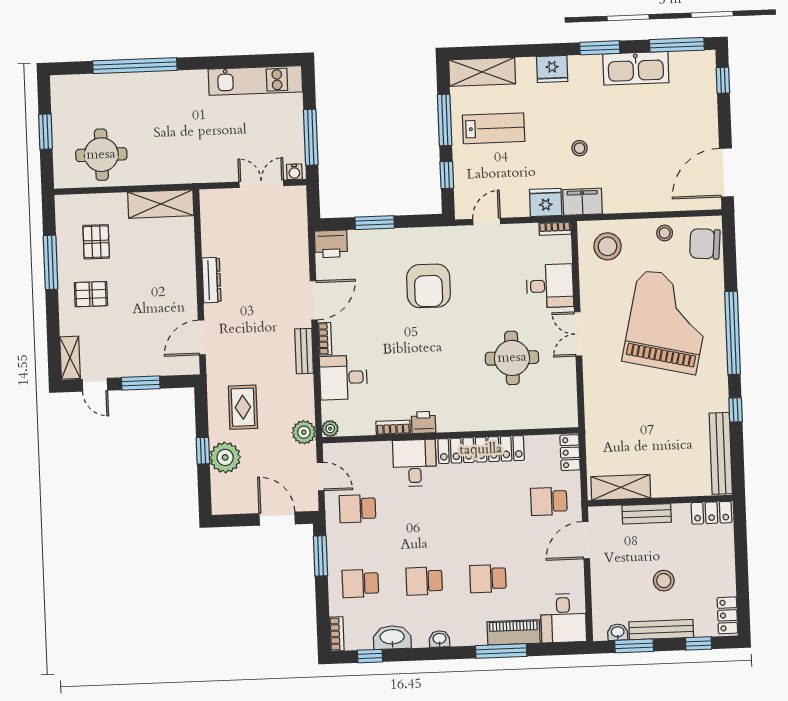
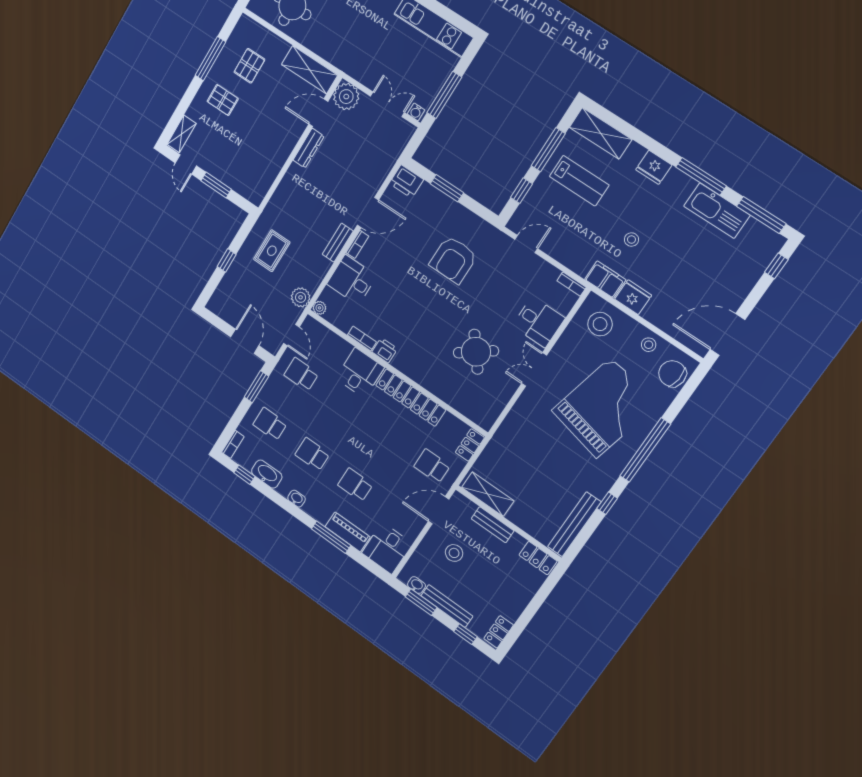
window: (600, 48) -> (701, 176), width x1.44
fridge: (546, 202) -> (633, 297), moved
door: (202, 337) -> (318, 113), moved
round table: (512, 358) -> (476, 352), turned -38
plant: (225, 457) -> (346, 97), moved
stool: (664, 581) -> (454, 553), moved

